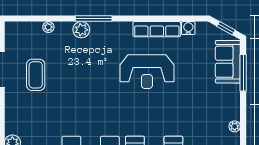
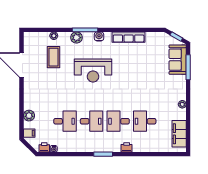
water cooler: (188, 28) -> (99, 36), moved
reception desk: (147, 72) -> (93, 70), moved
coffee table: (36, 75) -> (53, 57), moved

